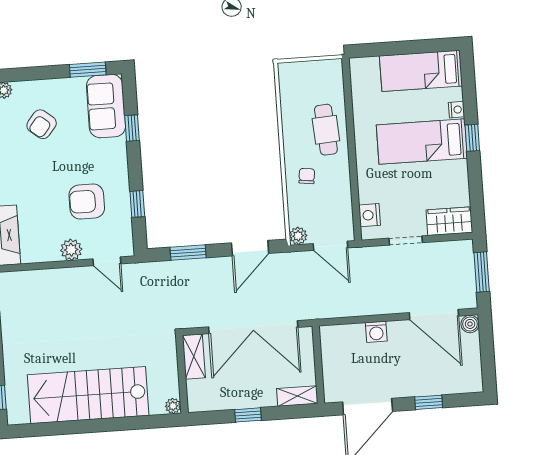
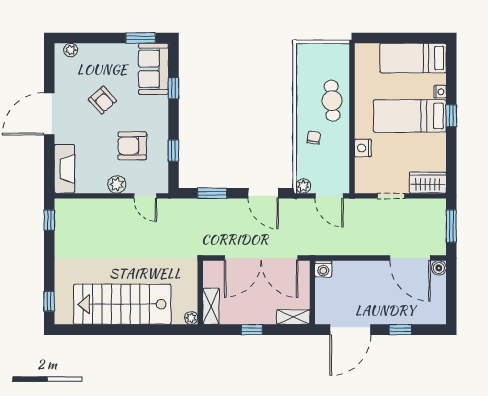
armchair: (42, 124) -> (102, 100), moved, turned -81
nightstand: (370, 215) -> (363, 148), moved
door: (250, 248) -> (263, 193), hinge flipped
washing machine: (376, 332) -> (323, 269), moved
shelving: (194, 357) -> (211, 306), moved

